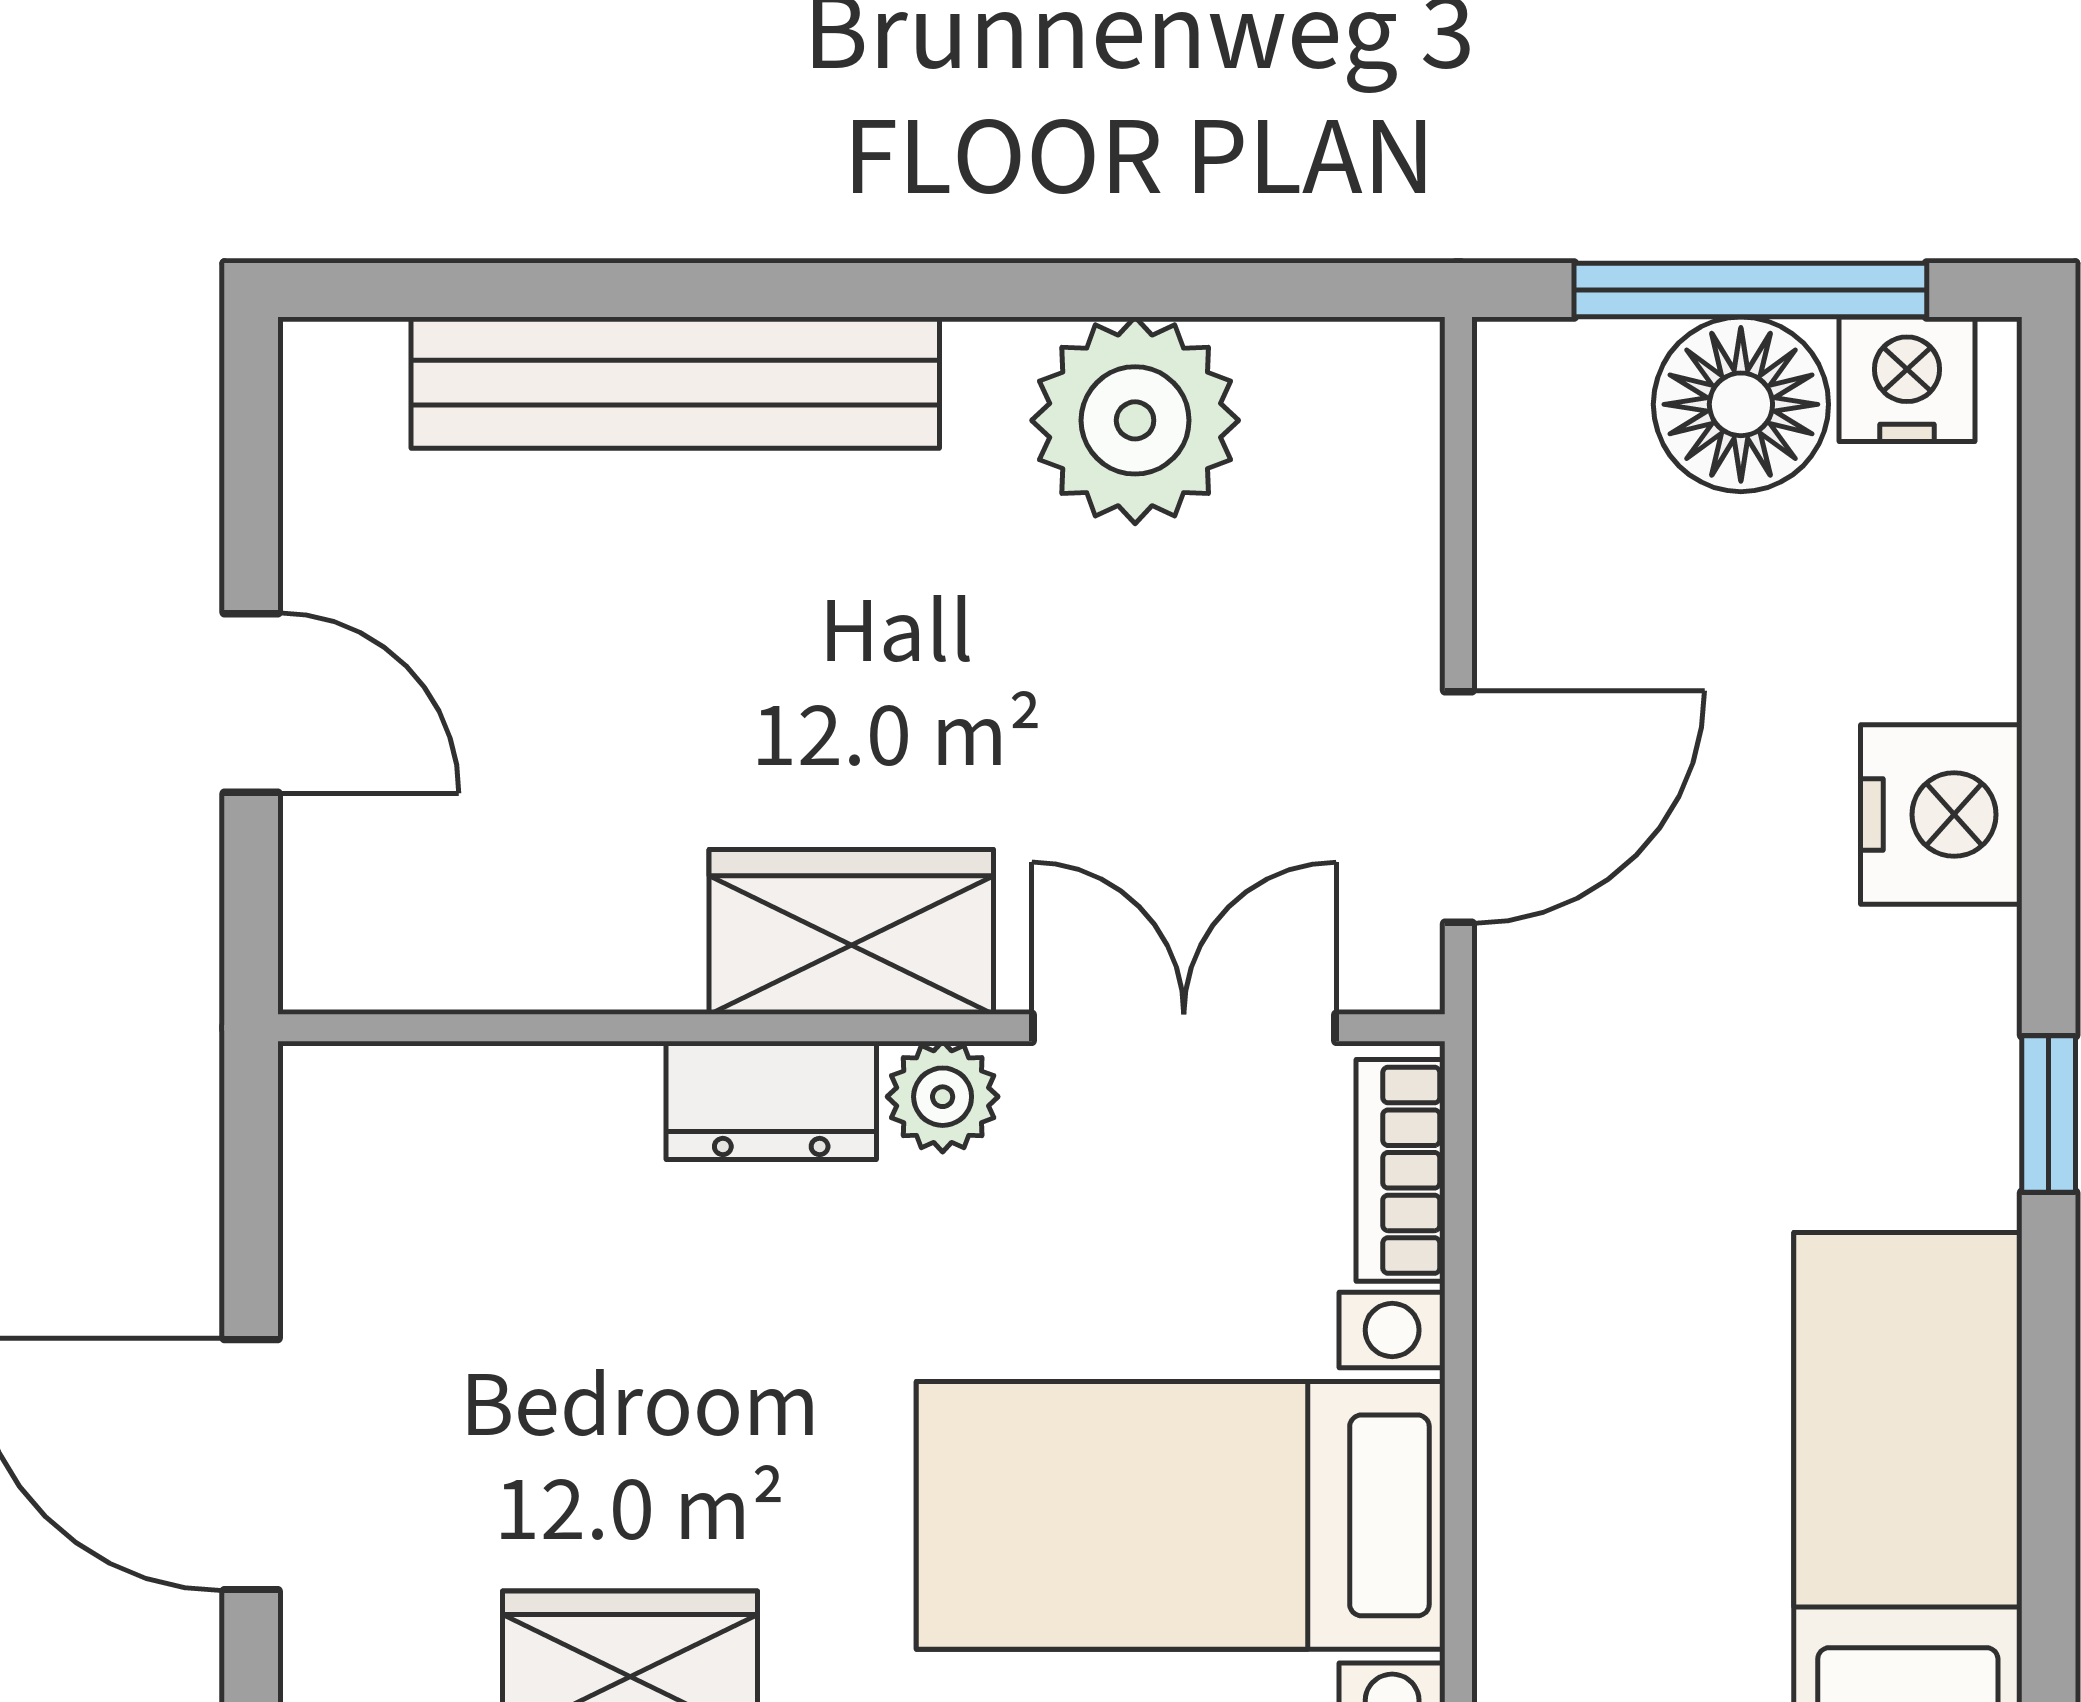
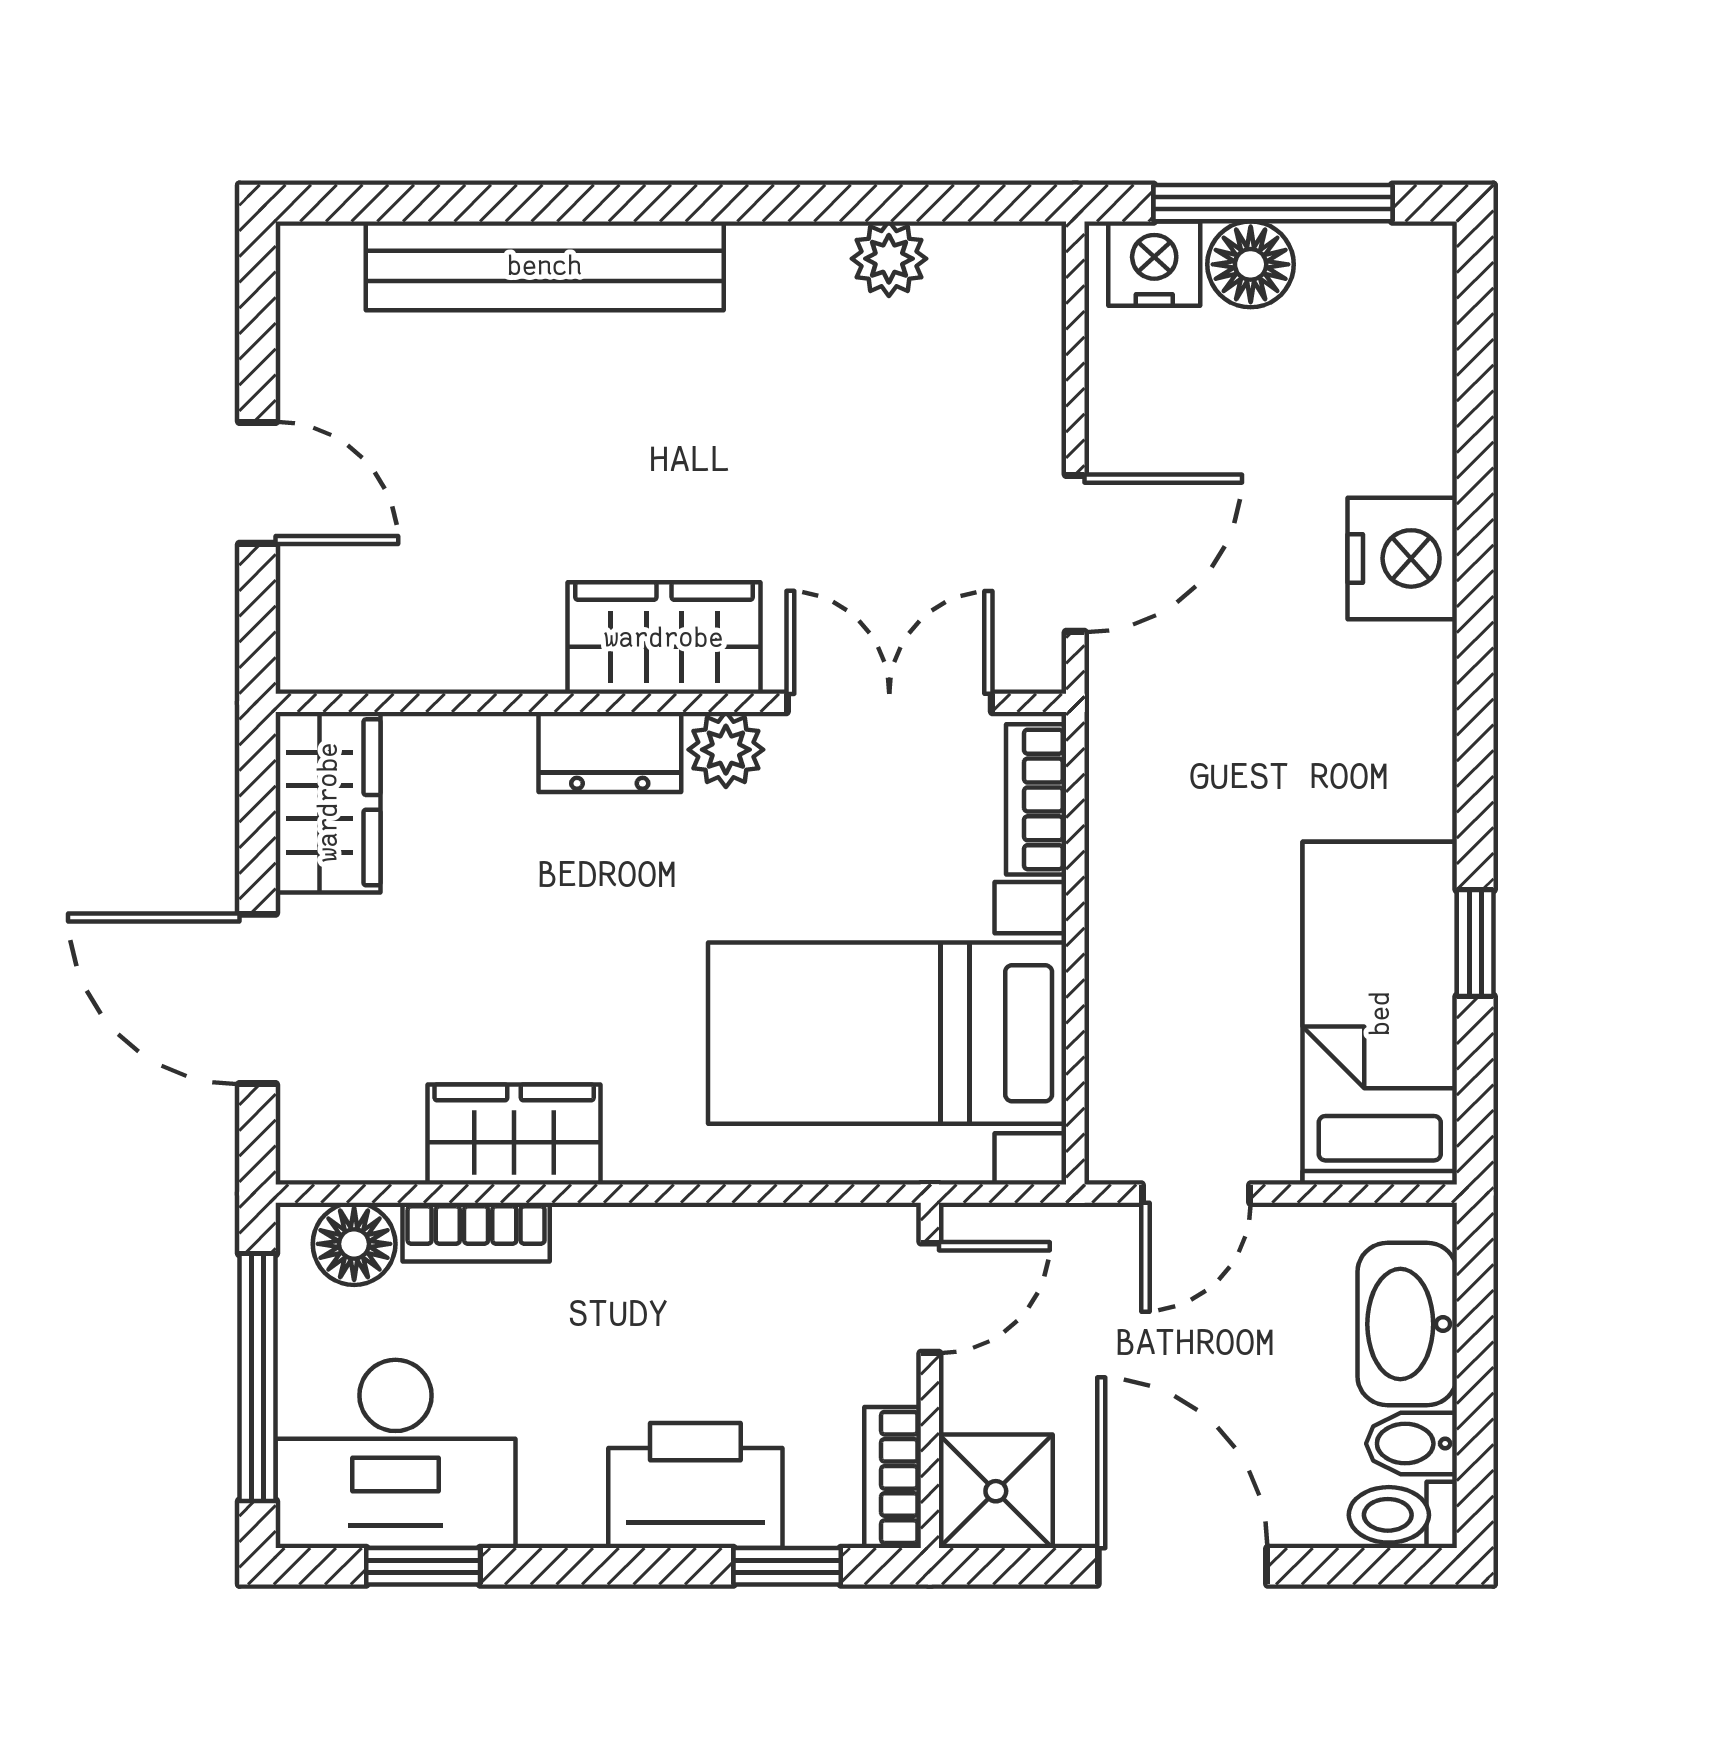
nightstand: (1907, 379) -> (1154, 264), moved
floor lamp: (1741, 404) -> (1251, 264), width x0.73, depth x0.73
plant: (1135, 420) -> (889, 259), width x0.53, depth x0.53
window: (2049, 1114) -> (1475, 943), moved
wardrobe: (355, 1175) -> (328, 802), added

